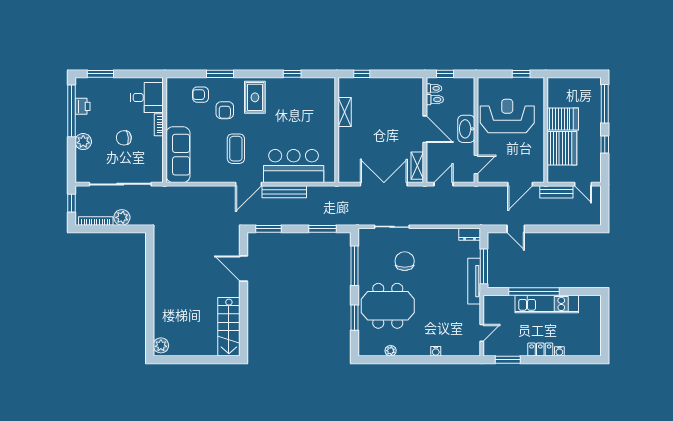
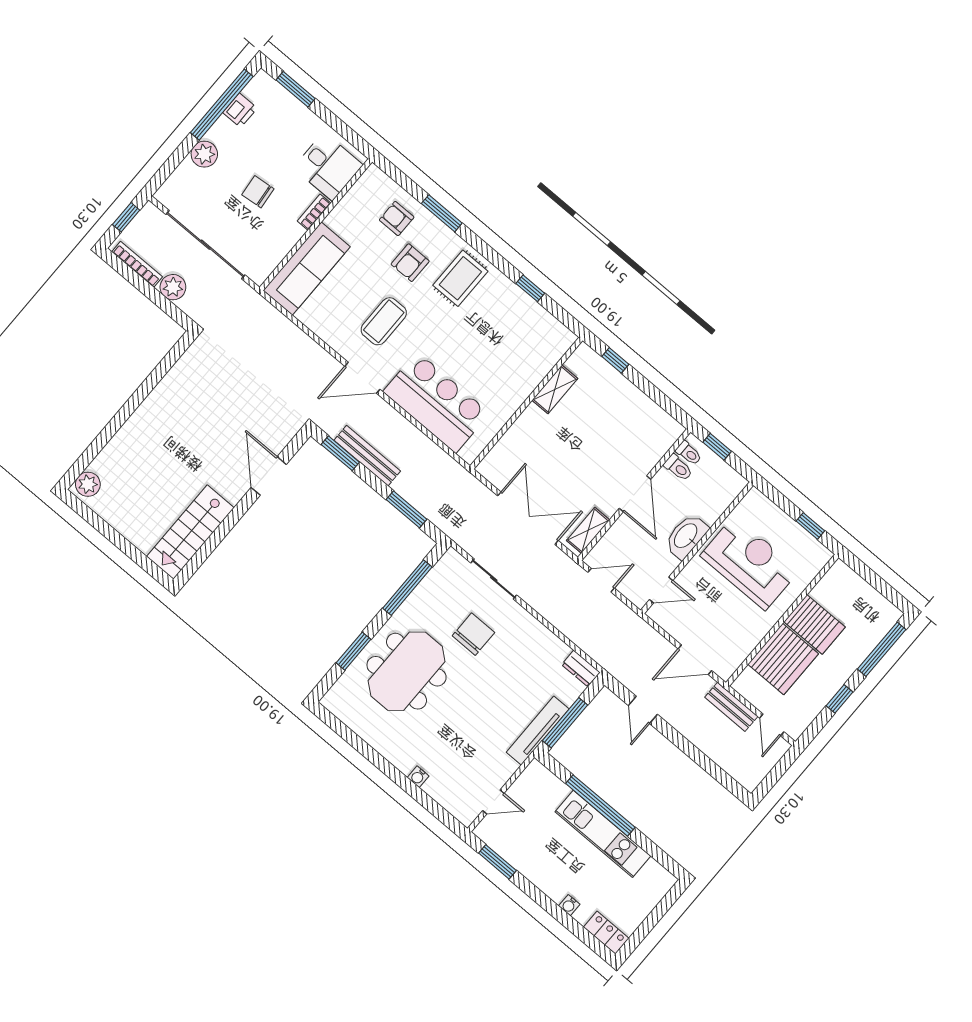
bench: (284, 192) -> (367, 456), moved
meeting table: (388, 306) -> (407, 671), turned 90
locker: (540, 350) -> (606, 933), moved
plant: (391, 351) -> (363, 729), removed

